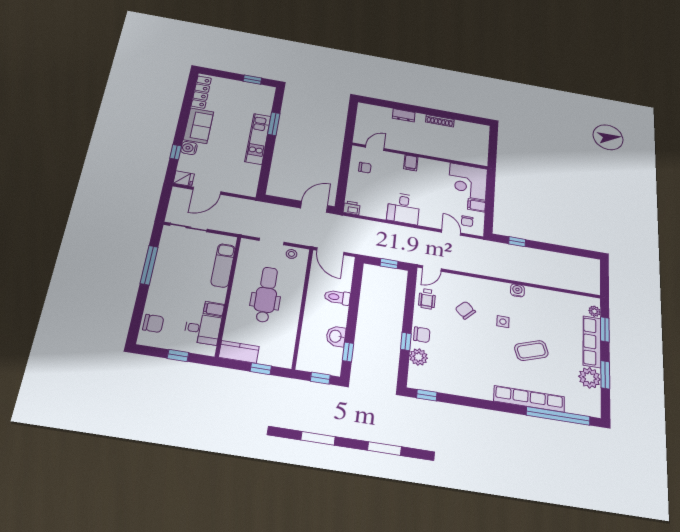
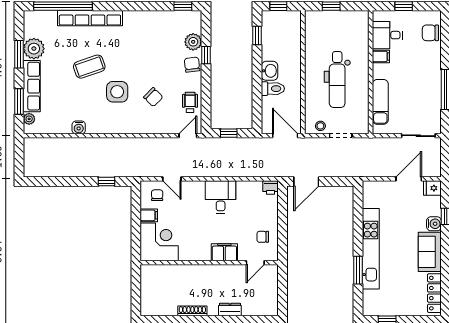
kitchen unit: (258, 139) -> (371, 249), width x1.36
filing cabinet: (411, 163) -> (224, 252), width x2.00
water cooler: (517, 290) -> (79, 127), moved
side table: (503, 322) -> (117, 92), width x1.87, depth x1.87
chair: (422, 335) -> (192, 65), turned 83
washbasin: (336, 336) -> (270, 71), moved
kitchen counter: (239, 352) -> (352, 19), removed

